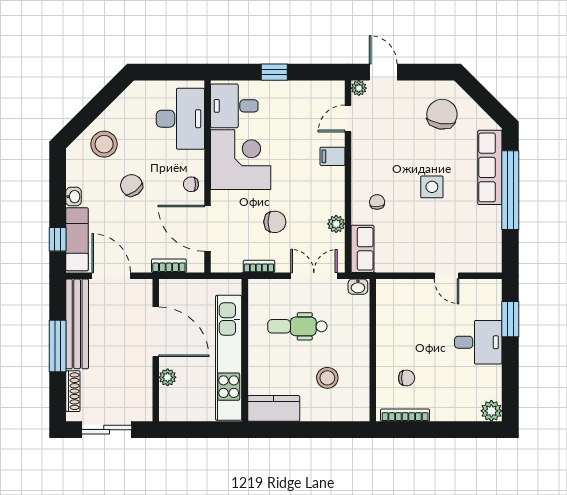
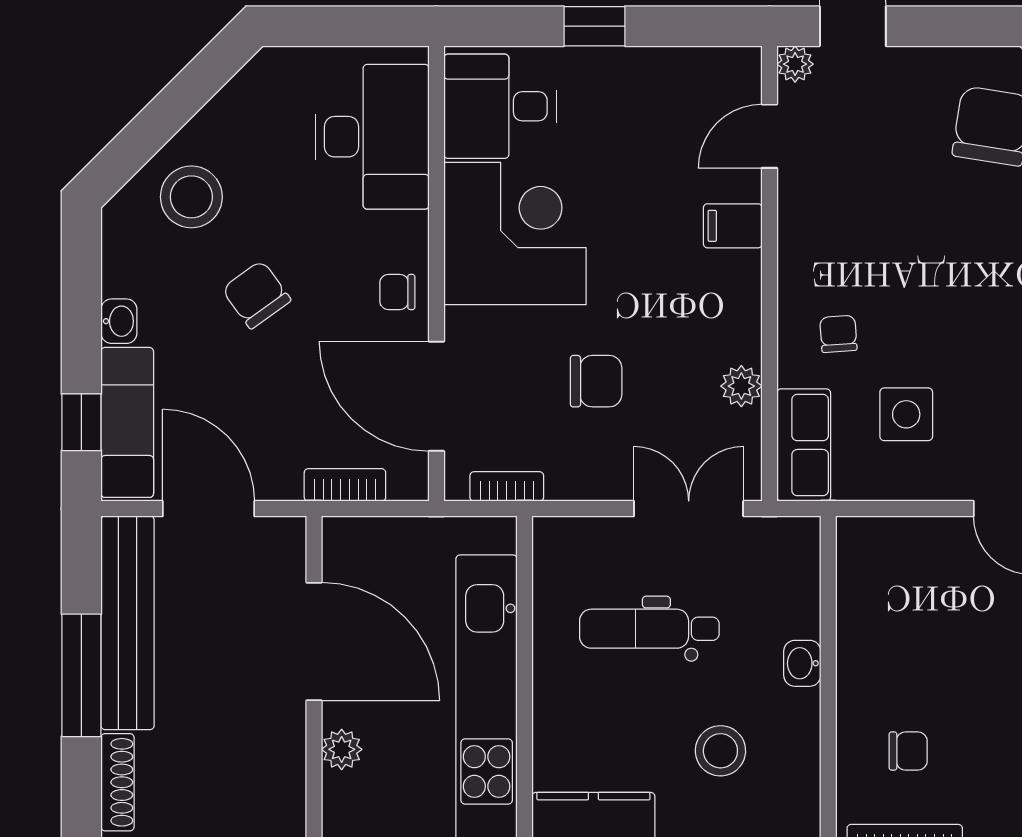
side table: (432, 187) -> (906, 414), moved
bookcase: (259, 266) -> (507, 486), moved
washbasin: (358, 287) -> (802, 663), moved, turned 90

